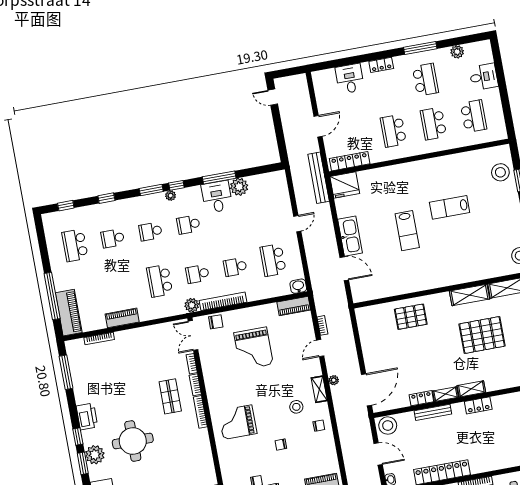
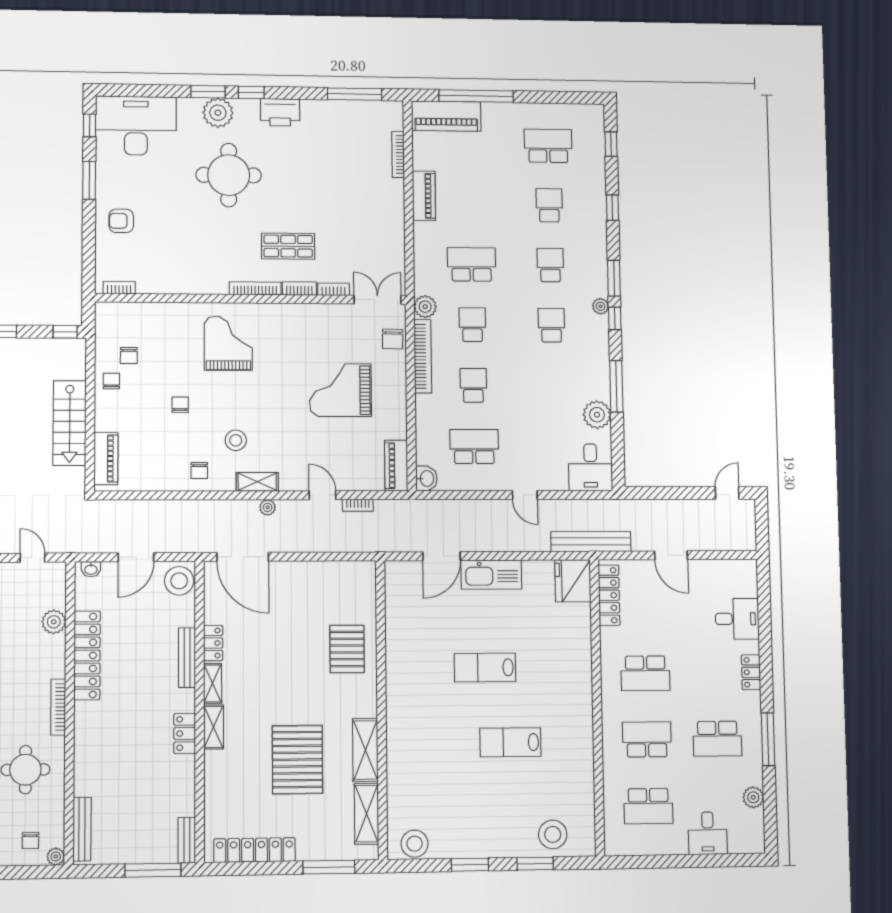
school desk: (393, 131) -> (645, 673), turned 180
desk: (217, 197) -> (590, 467), moved, turned 90
lab bench: (450, 207) -> (510, 742), turned -90

